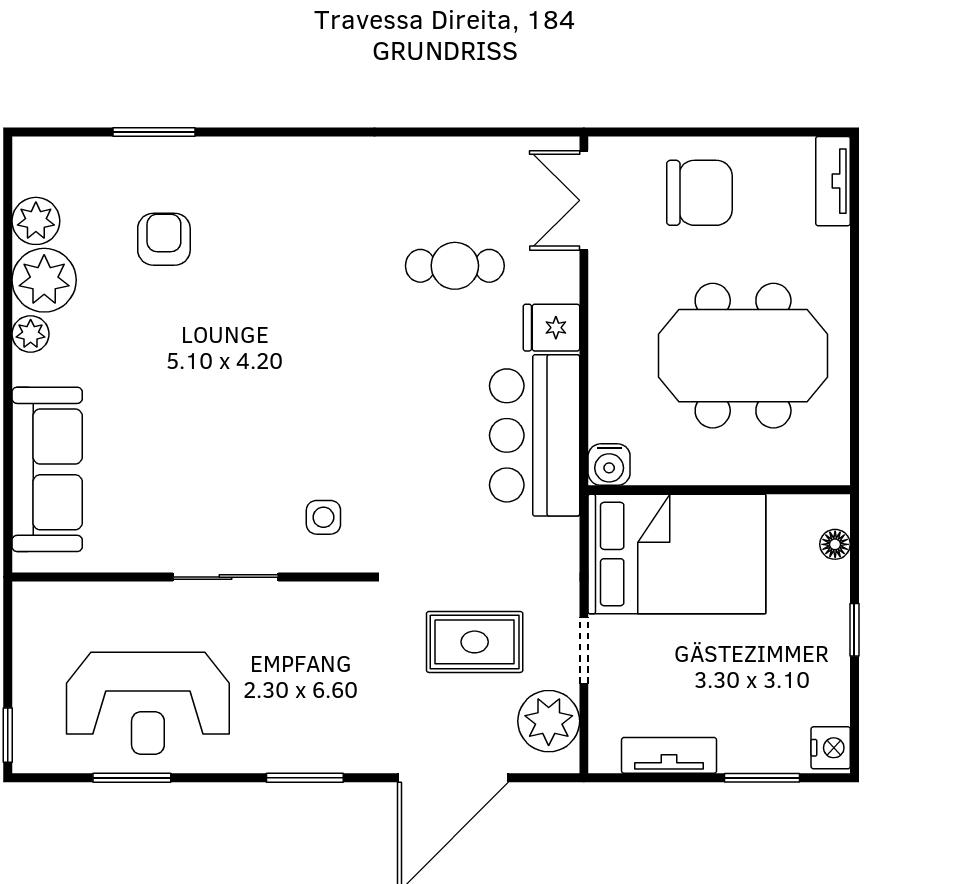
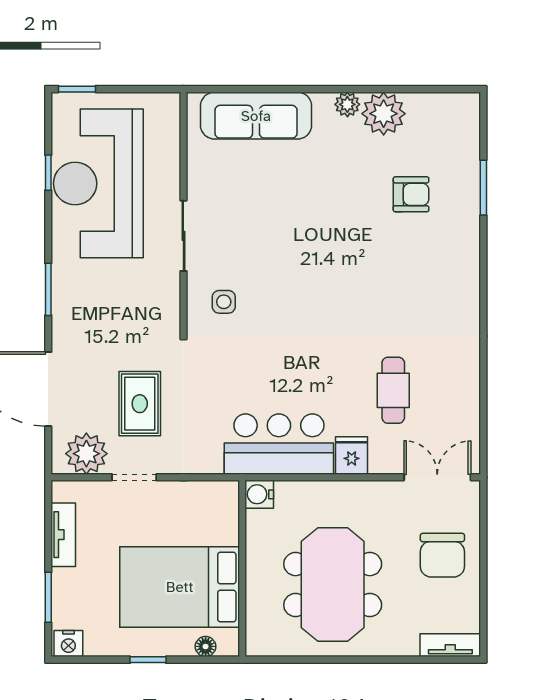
plant: (36, 221) -> (423, 108), removed
bed: (677, 554) -> (180, 587), moved, turned 90
reception desk: (148, 703) -> (98, 183), width x1.36, depth x1.30
window: (132, 778) -> (48, 173), width x0.67

